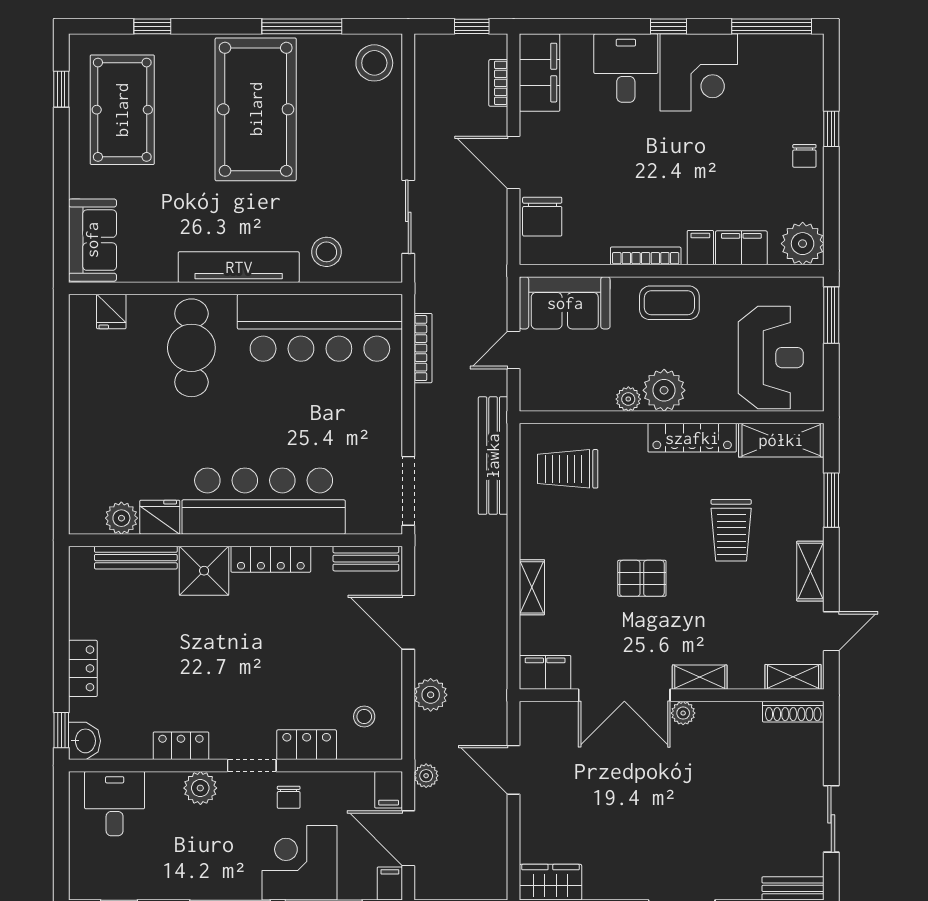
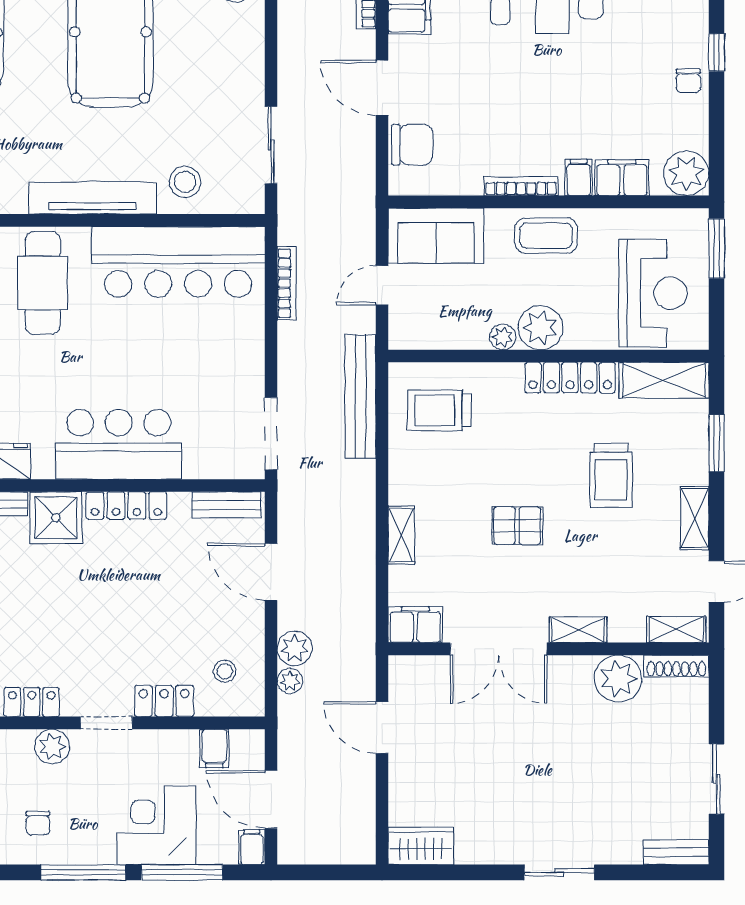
chair: (542, 217) -> (412, 145), turned -90
bar counter: (264, 501) -> (119, 444), width x0.73
plant: (683, 713) -> (618, 679), moved, width x1.88, depth x1.88
plant: (426, 776) -> (290, 681), moved
filing cabinet: (389, 790) -> (214, 748), moved
chair: (289, 797) -> (38, 823), moved

